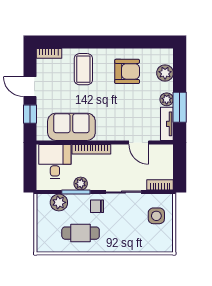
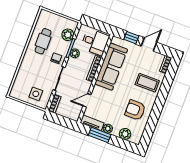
armchair: (127, 71) -> (135, 110), turned 90
sofa: (71, 127) -> (111, 67), width x1.36

